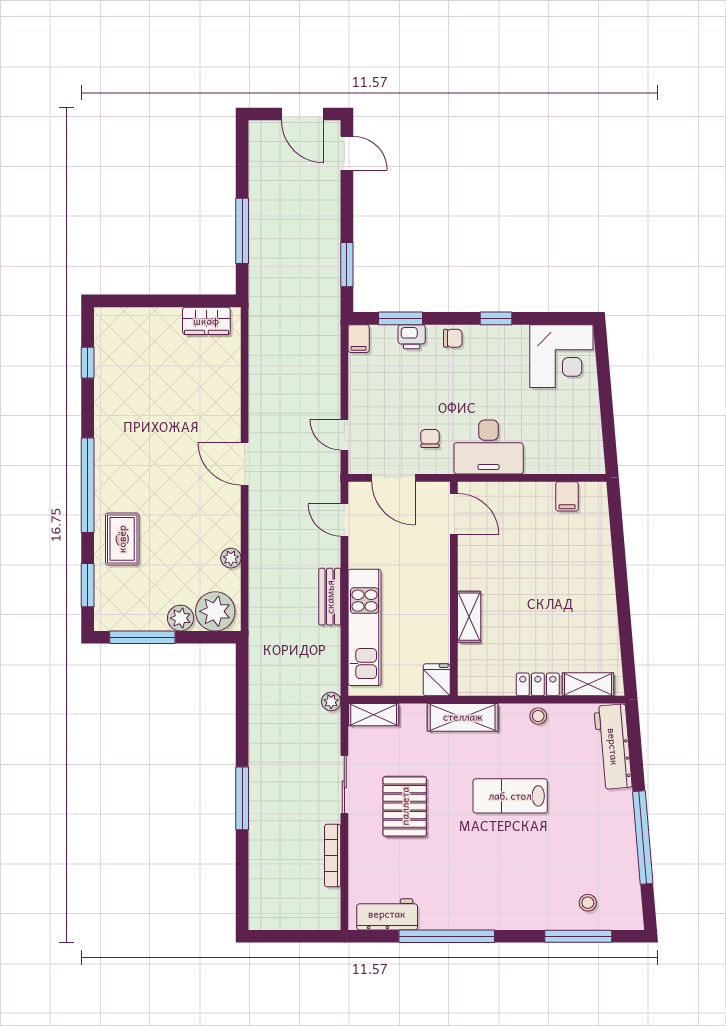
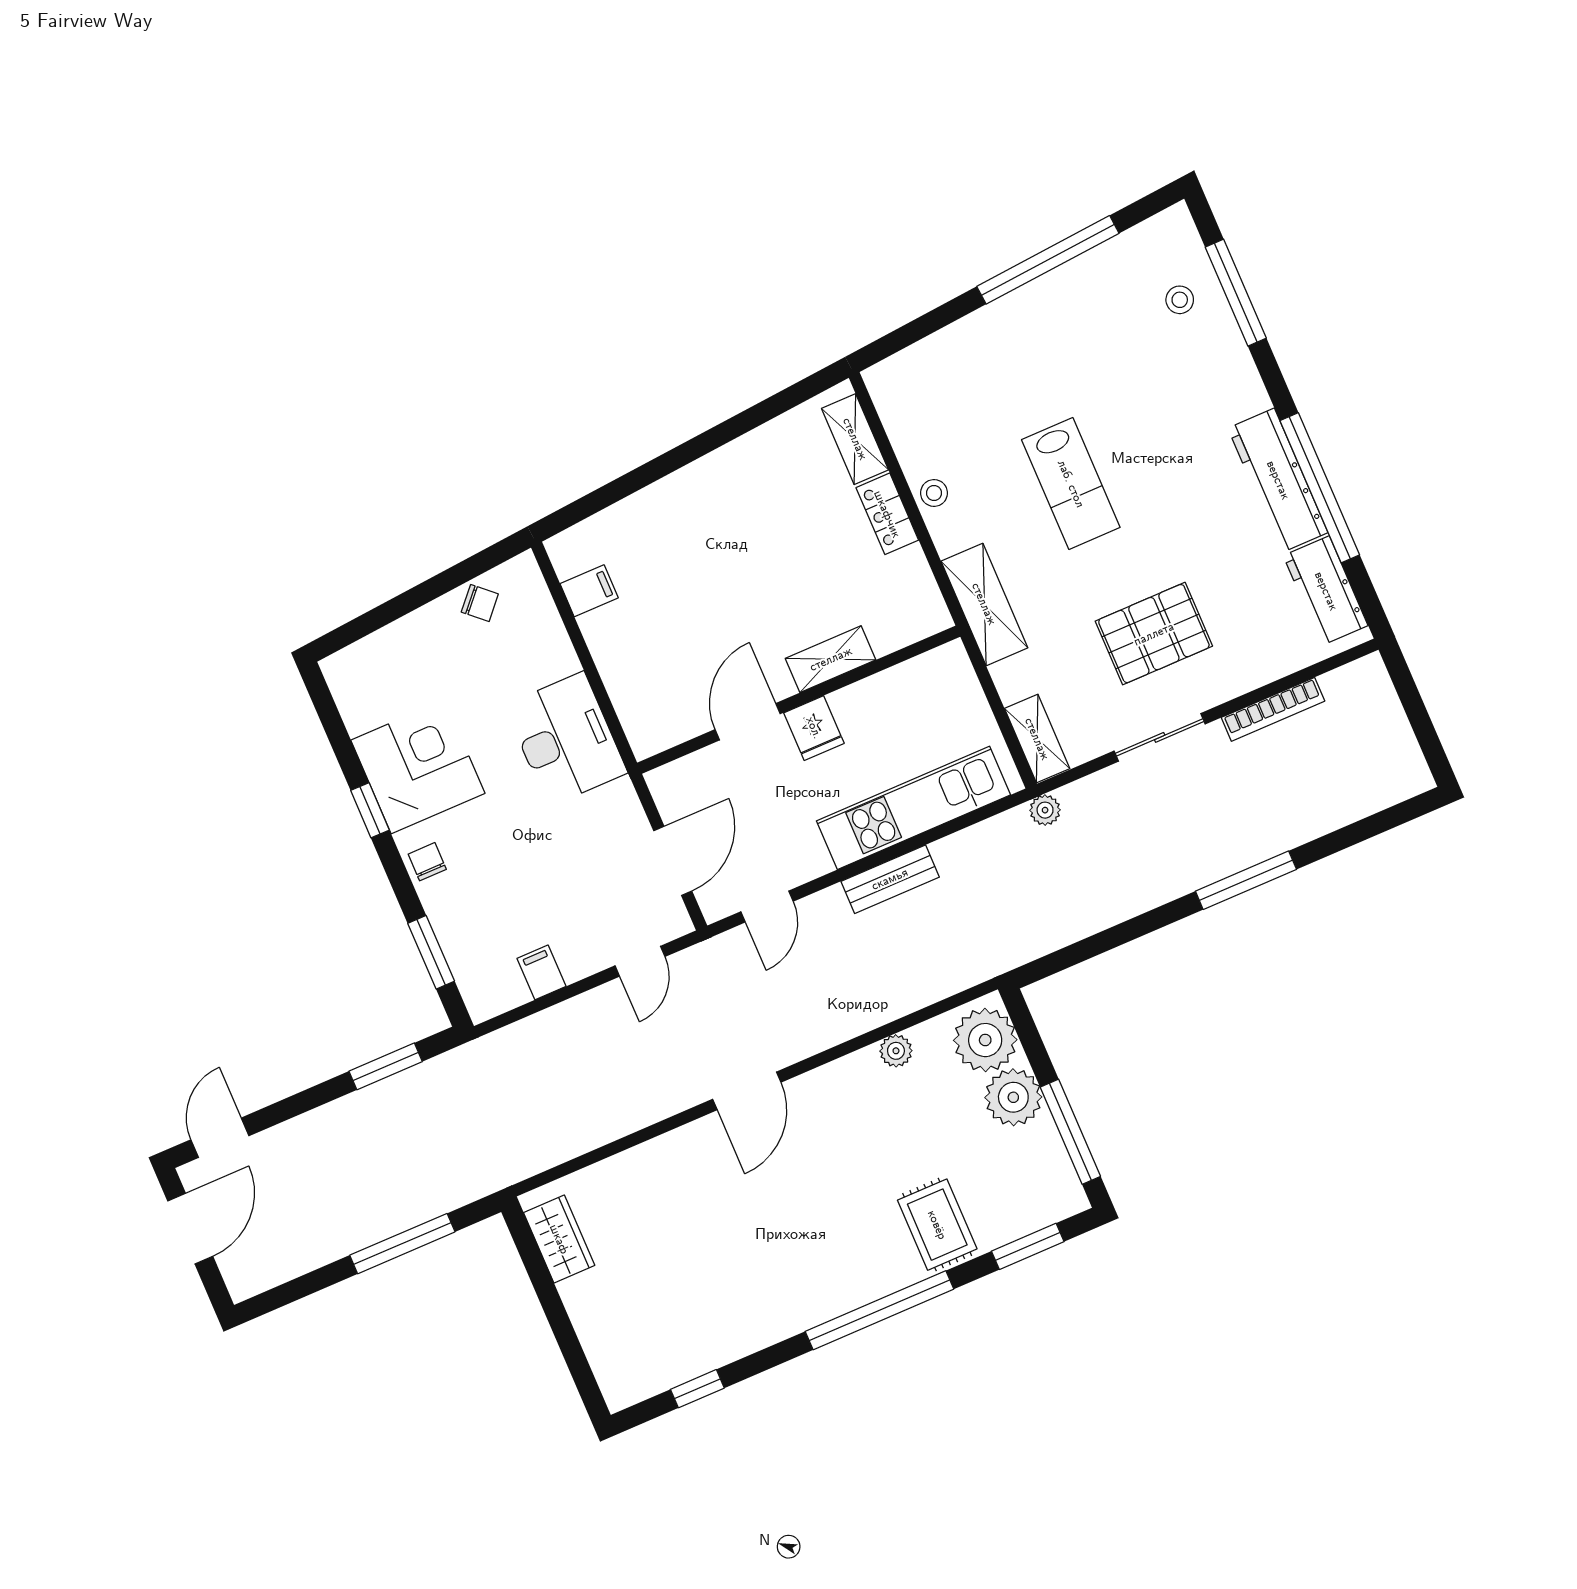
printer: (412, 337) -> (451, 924), removed
filing cabinet: (359, 339) -> (542, 972), moved, turned -90
corner desk: (561, 356) -> (418, 767), moved
chair: (430, 438) -> (480, 603), moved, turned -138
door: (454, 514) -> (748, 722), moved
rug: (122, 539) -> (937, 1225), turned 90
plant: (181, 618) -> (1013, 1097), width x1.36, depth x1.36
fridge: (437, 680) -> (814, 728), moved, turned -90
workbench: (613, 747) -> (1278, 480), moved, turned 95

